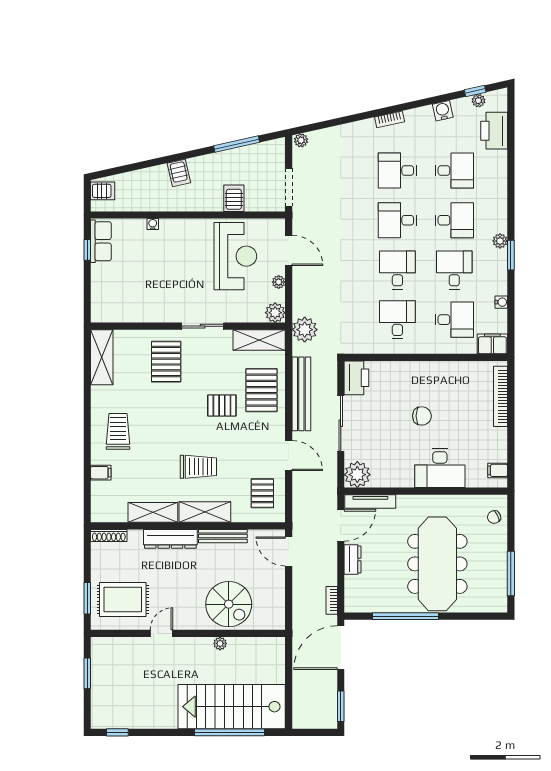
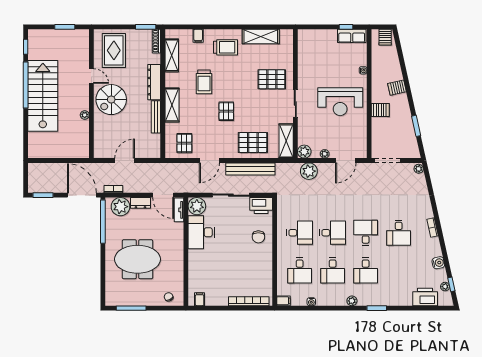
window: (237, 144) -> (416, 126), width x0.69
desk: (397, 171) -> (399, 233), turned 180
desk: (454, 171) -> (399, 270), removed
server rack: (234, 198) -> (380, 110), moved
window: (511, 255) -> (377, 308), moved
reception desk: (235, 256) -> (340, 102), moved
desk: (454, 270) -> (333, 270), turned 90
plant: (305, 330) -> (309, 171), moved
filing cabinet: (492, 344) -> (284, 301), width x0.50
shelving: (102, 357) -> (261, 36), moved
pallet: (222, 405) -> (226, 111), moved
chair: (422, 416) -> (258, 237), moved
trolley: (198, 467) -> (204, 82), moved
desk: (440, 468) -> (201, 232), moved
pallet: (262, 493) -> (184, 143), turned 90
tv unit: (370, 501) -> (179, 210), width x0.71
shelving: (153, 512) -> (172, 55), moved
door: (289, 551) -> (125, 161), moved
meeting table: (437, 564) -> (137, 259), width x0.73
plant: (358, 590) -> (120, 207), added
window: (87, 598) -> (146, 27), moved
spiral stairs: (229, 604) -> (111, 100), moved
window: (405, 616) -> (103, 222), moved
stairs: (232, 707) -> (43, 96), moved
window: (230, 732) -> (26, 85), moved

